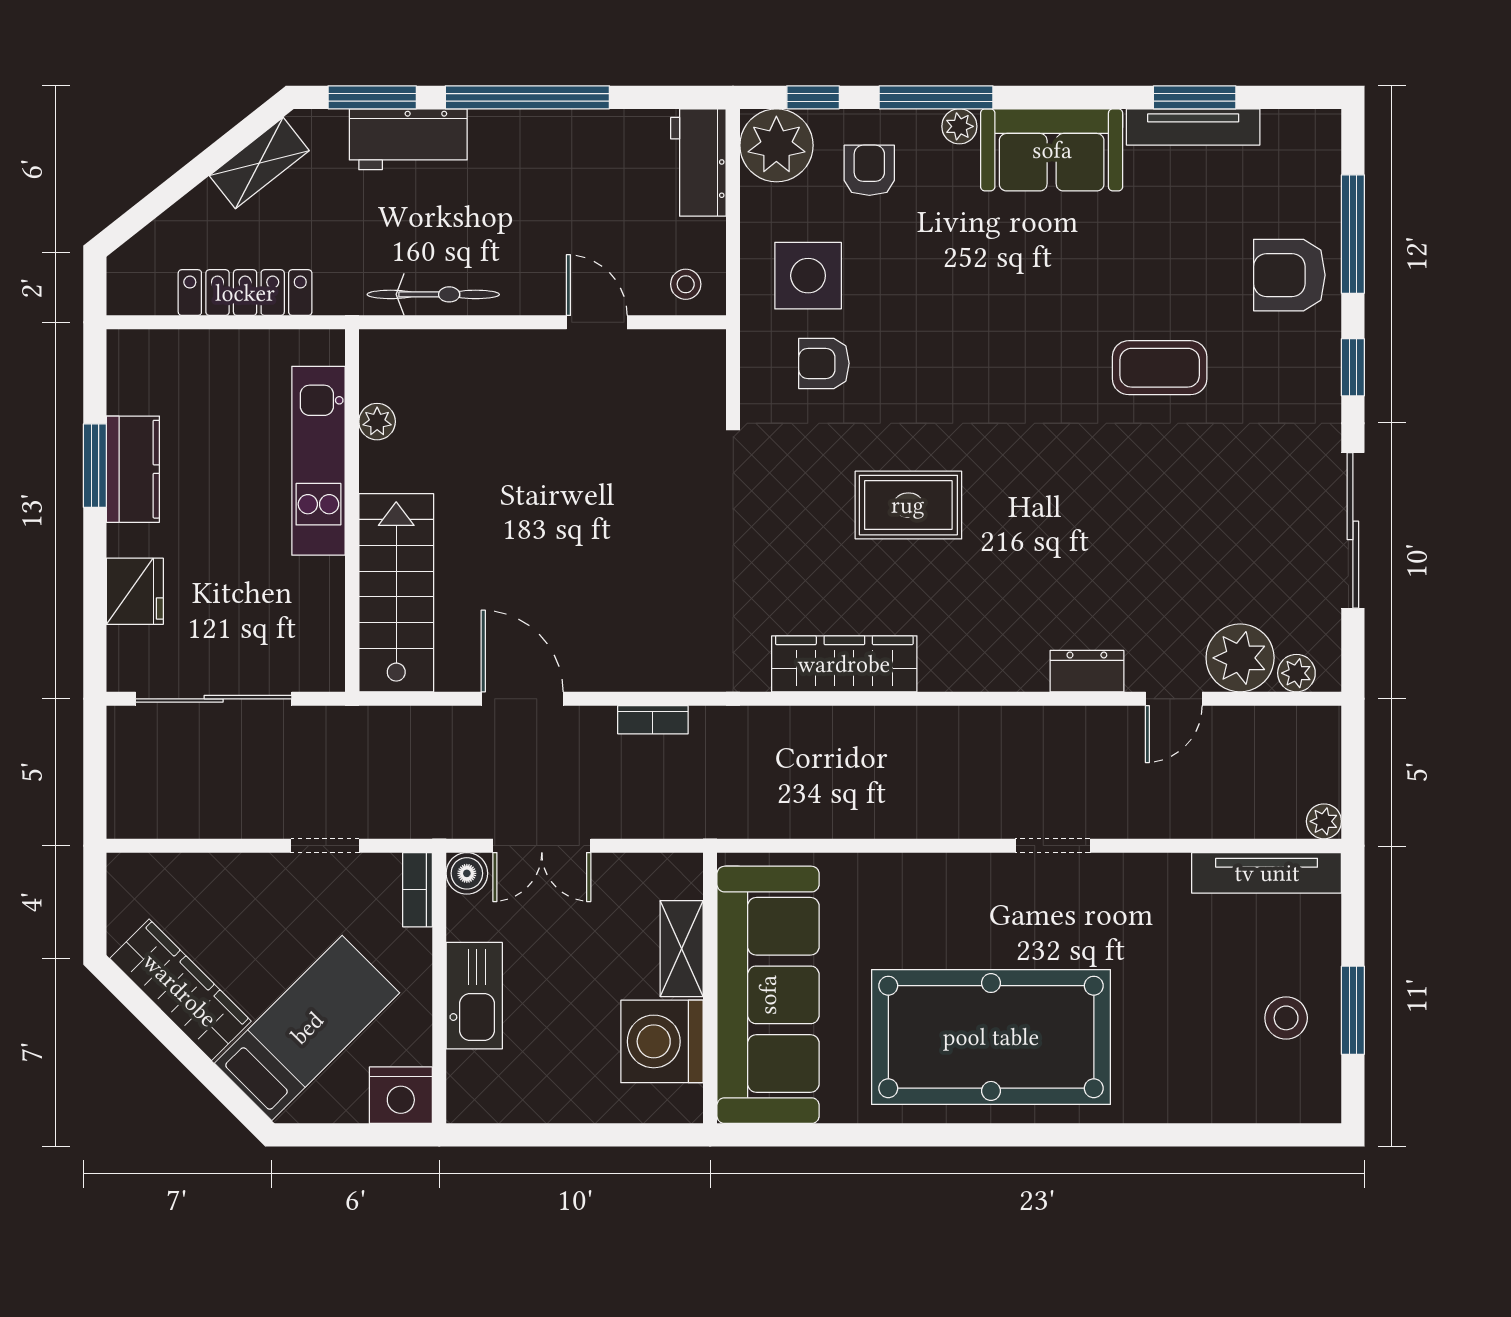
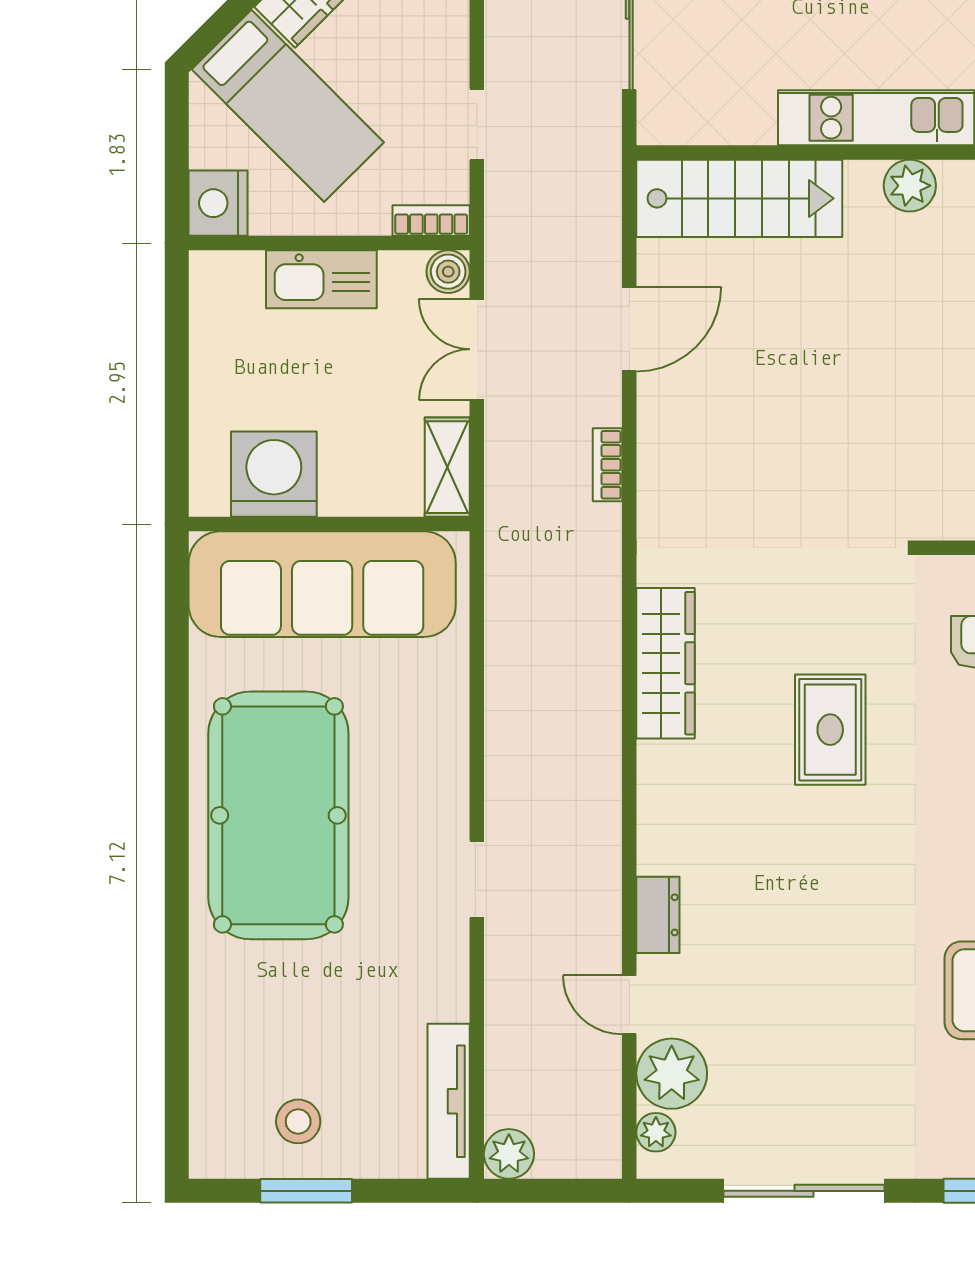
plant: (377, 422) -> (910, 186), width x1.38, depth x1.38
plant: (1324, 821) -> (509, 1154), width x1.38, depth x1.38
shelving: (682, 949) -> (447, 467), moved, turned 90

